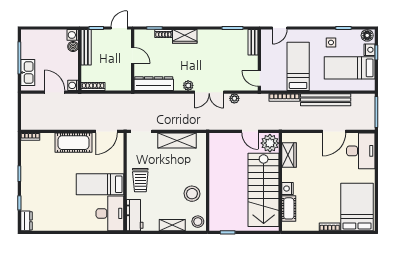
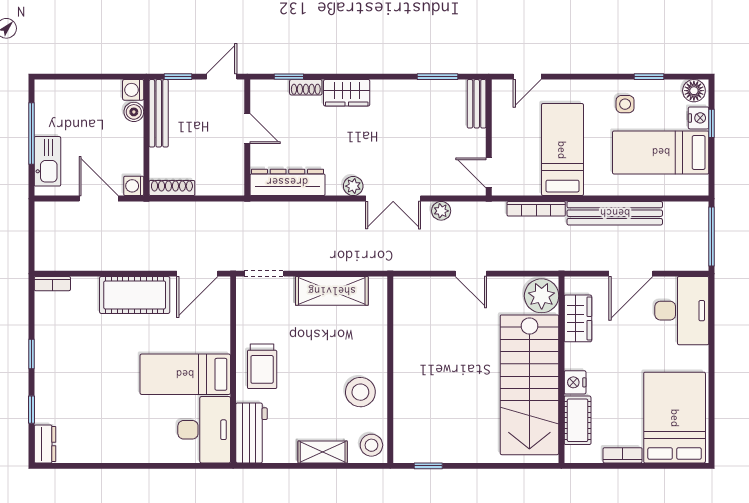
plant: (270, 143) -> (542, 296), moved
wardrobe: (289, 155) -> (578, 318), moved
wall: (280, 182) -> (561, 370), moved
nightstand: (287, 189) -> (575, 382), moved
stairs: (264, 190) -> (529, 385), moved
cot: (289, 208) -> (578, 420), moved

